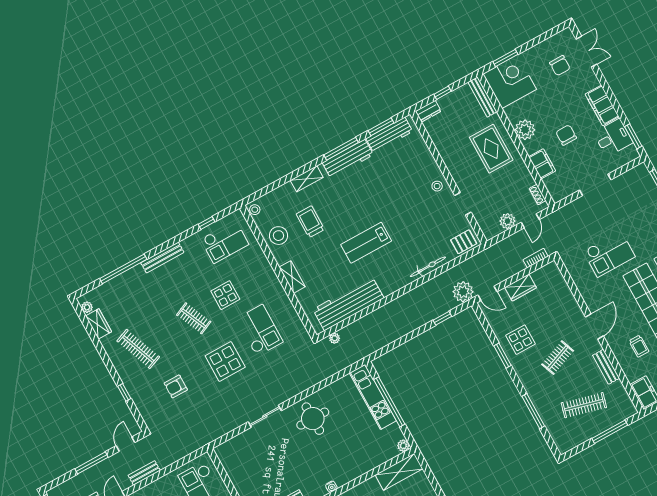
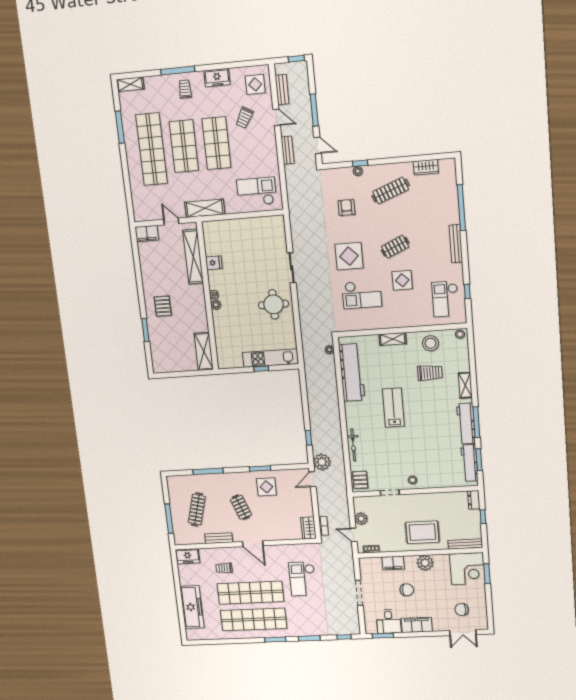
wardrobe: (521, 288) -> (308, 528), moved
plant: (87, 307) -> (358, 171), moved
window: (389, 402) -> (261, 369), width x0.32
plant: (403, 446) -> (216, 305), moved

